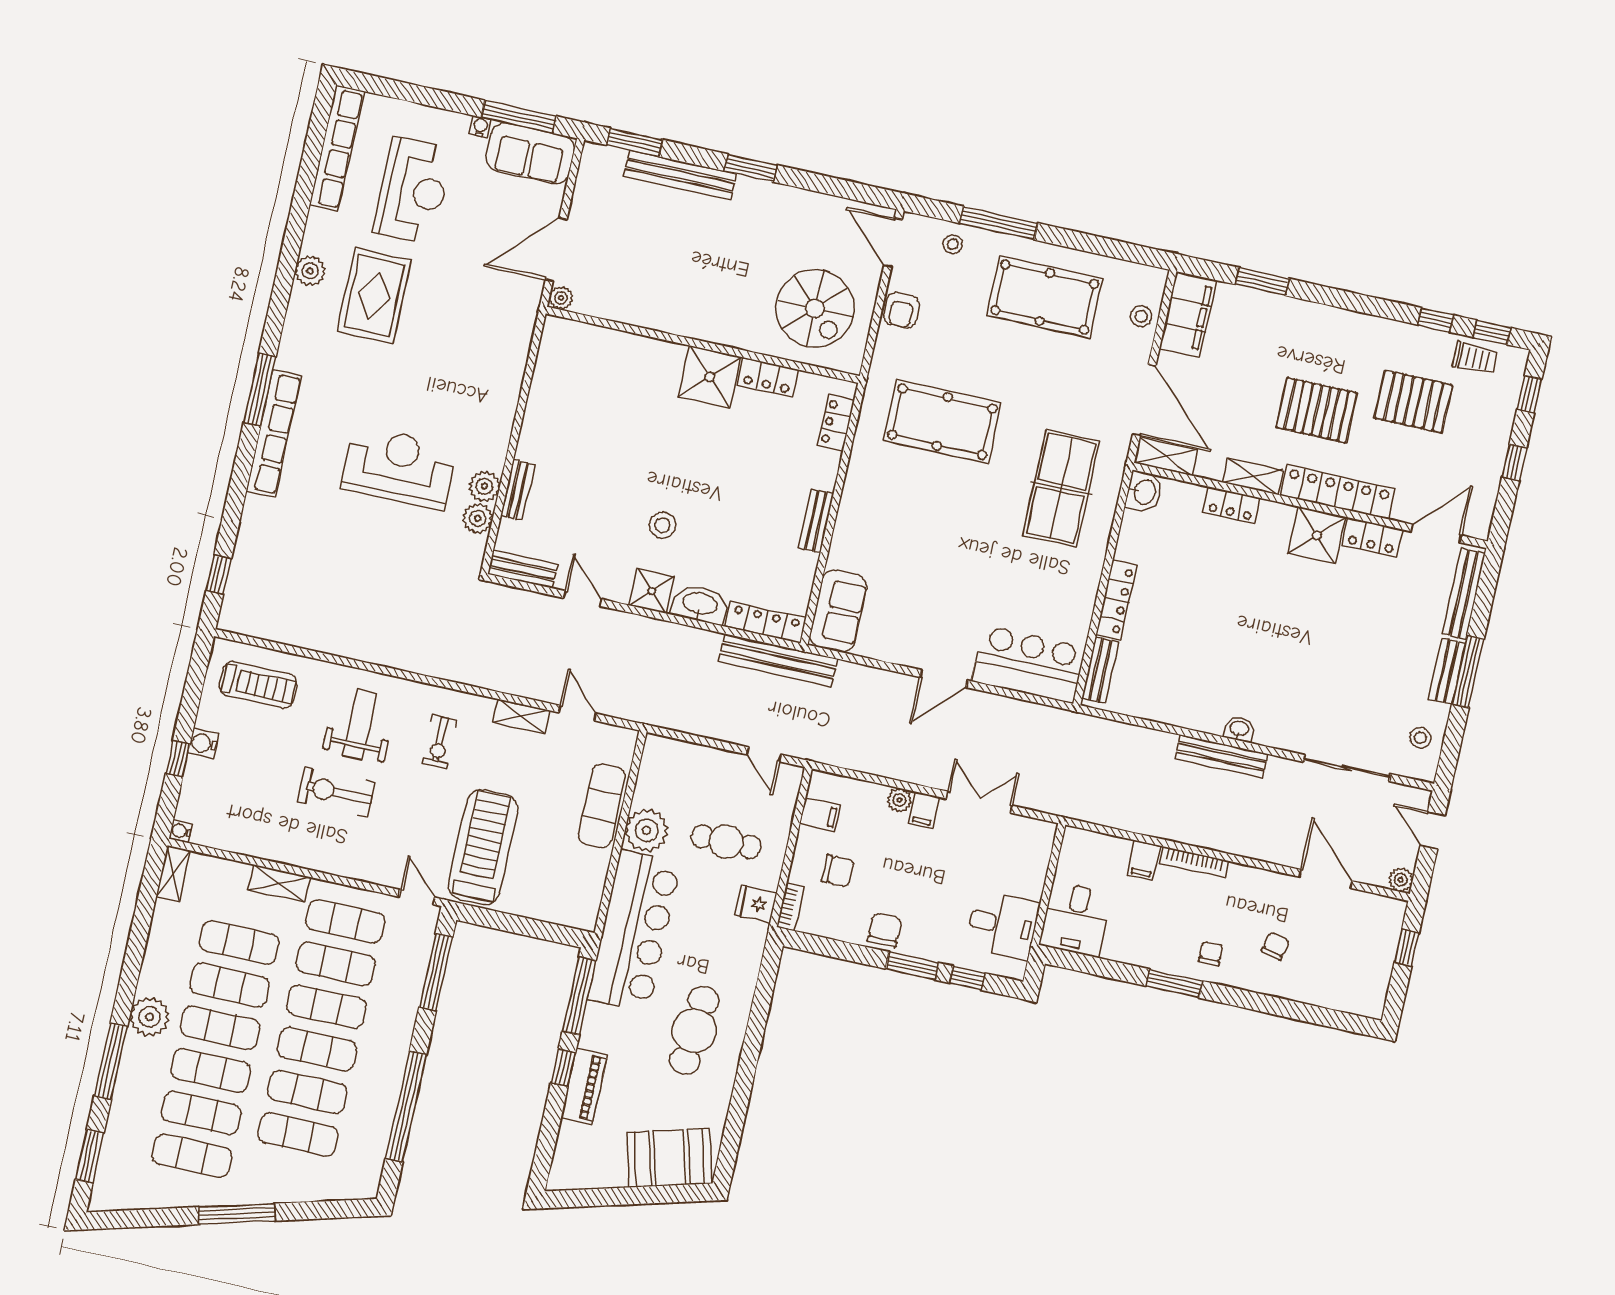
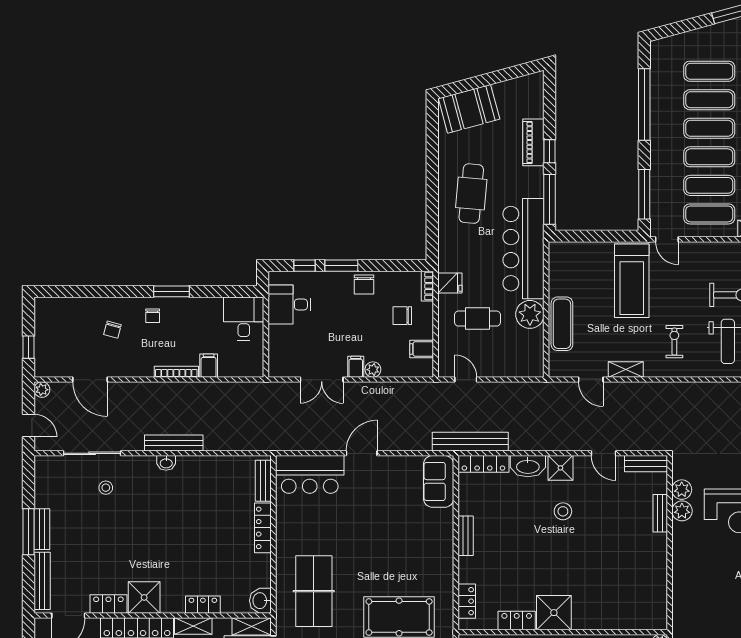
stool: (1420, 738) -> (106, 488), moved

